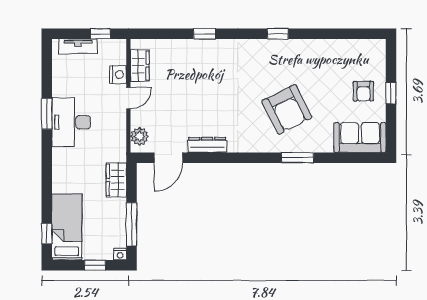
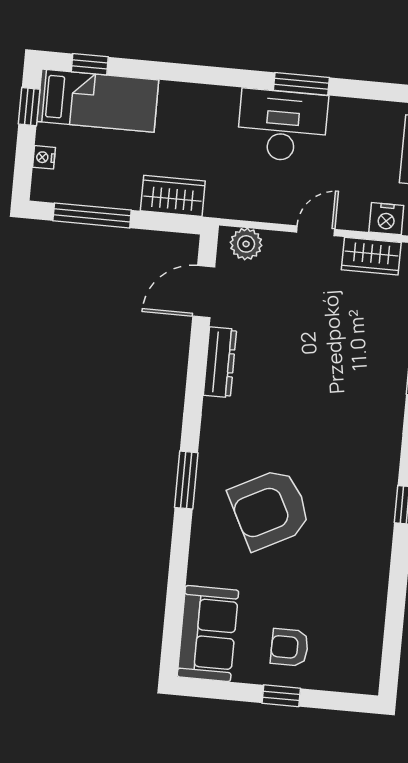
nightstand: (118, 74) -> (386, 219), moved
door: (128, 98) -> (316, 231), swing flipped
door: (168, 158) -> (204, 292), hinge flipped
window: (298, 158) -> (186, 480), moved
nightstand: (120, 254) -> (44, 157), moved
window: (95, 265) -> (29, 107), moved

